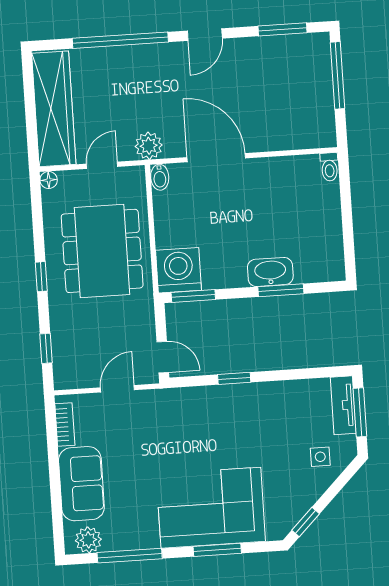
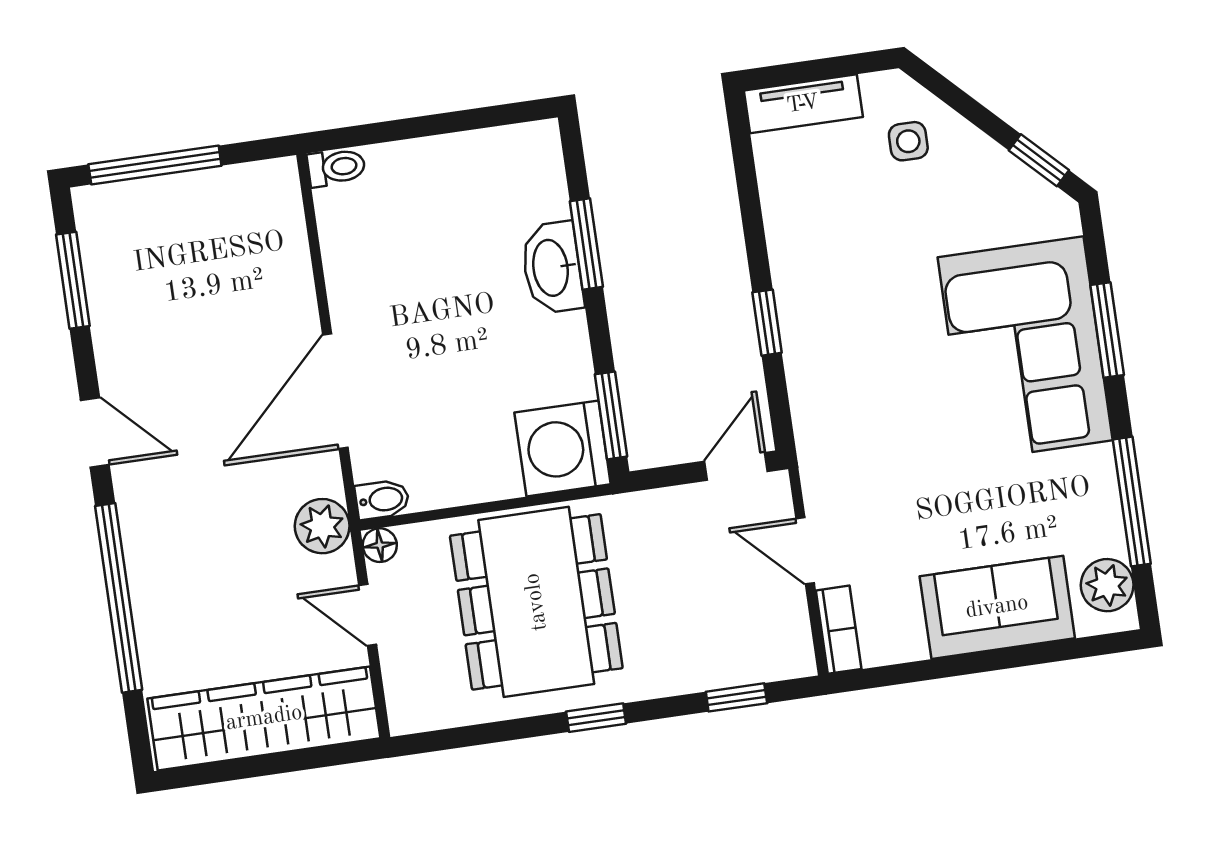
floor lamp: (49, 180) -> (380, 545), moved
dining table: (102, 251) -> (536, 602), turned 90
window: (360, 412) -> (815, 70), removed
bookcase: (65, 424) -> (839, 630), moved, turned 90

